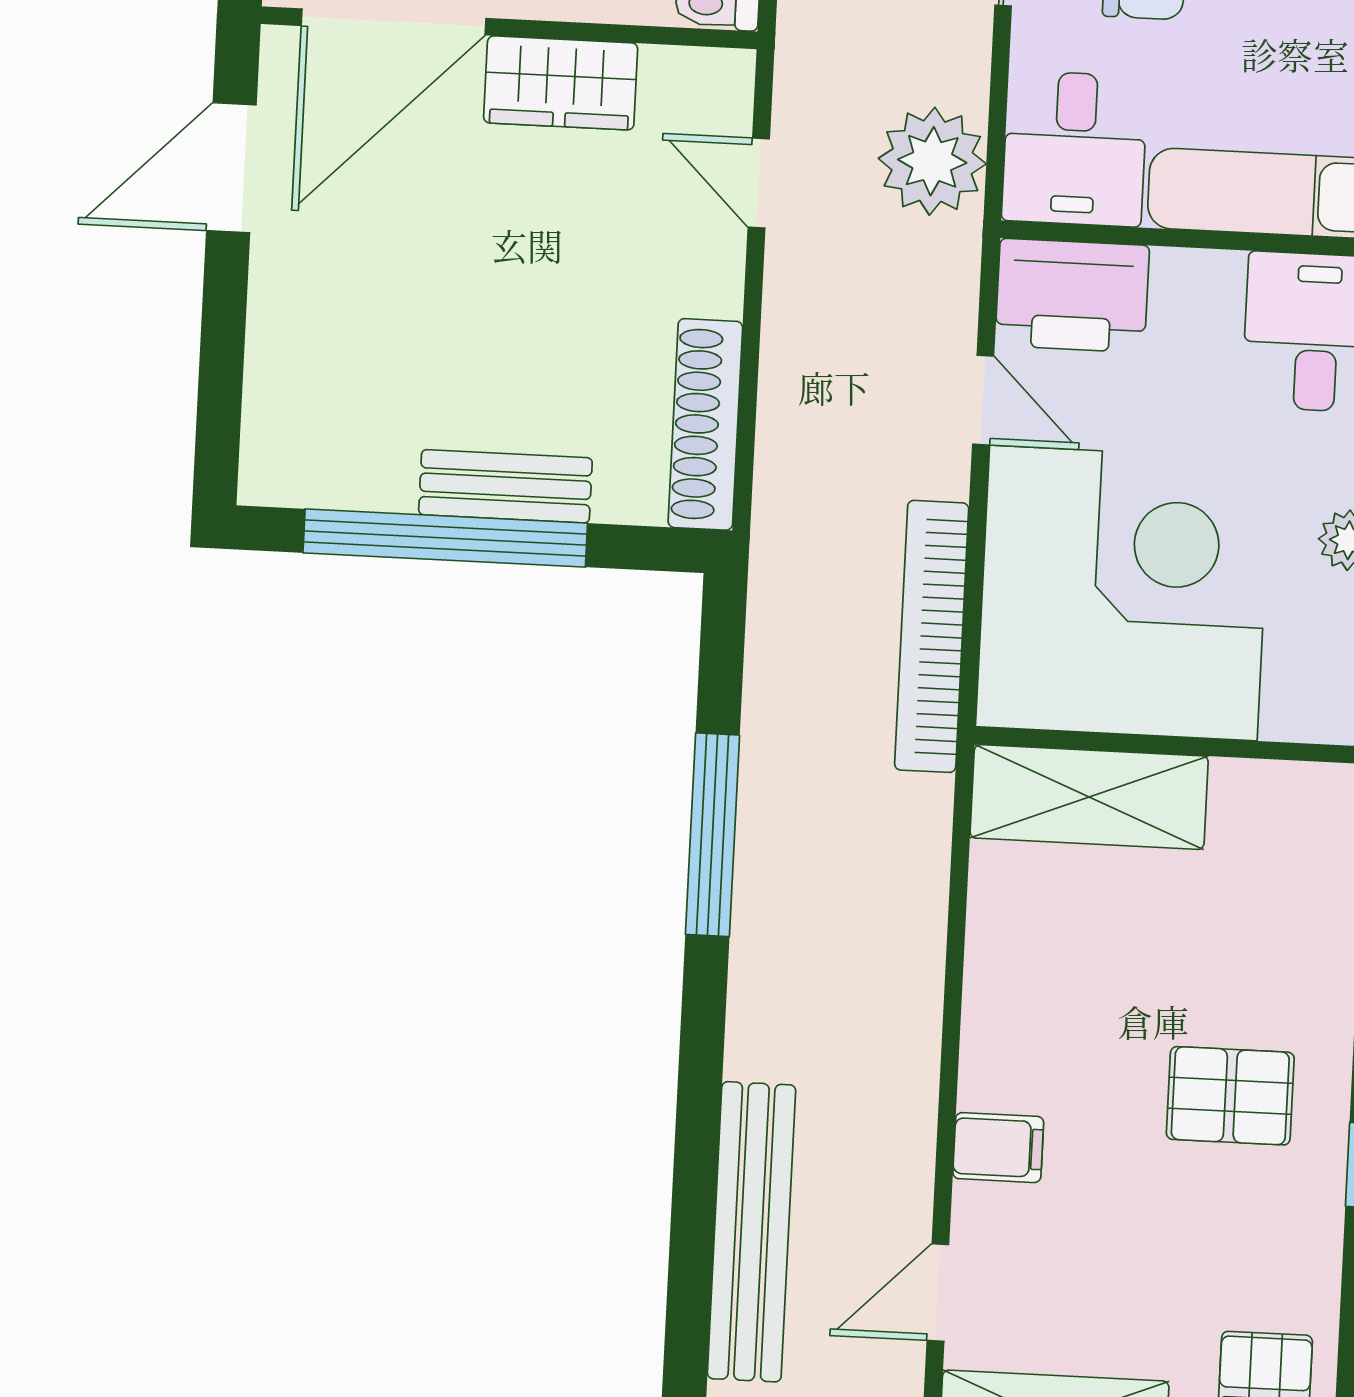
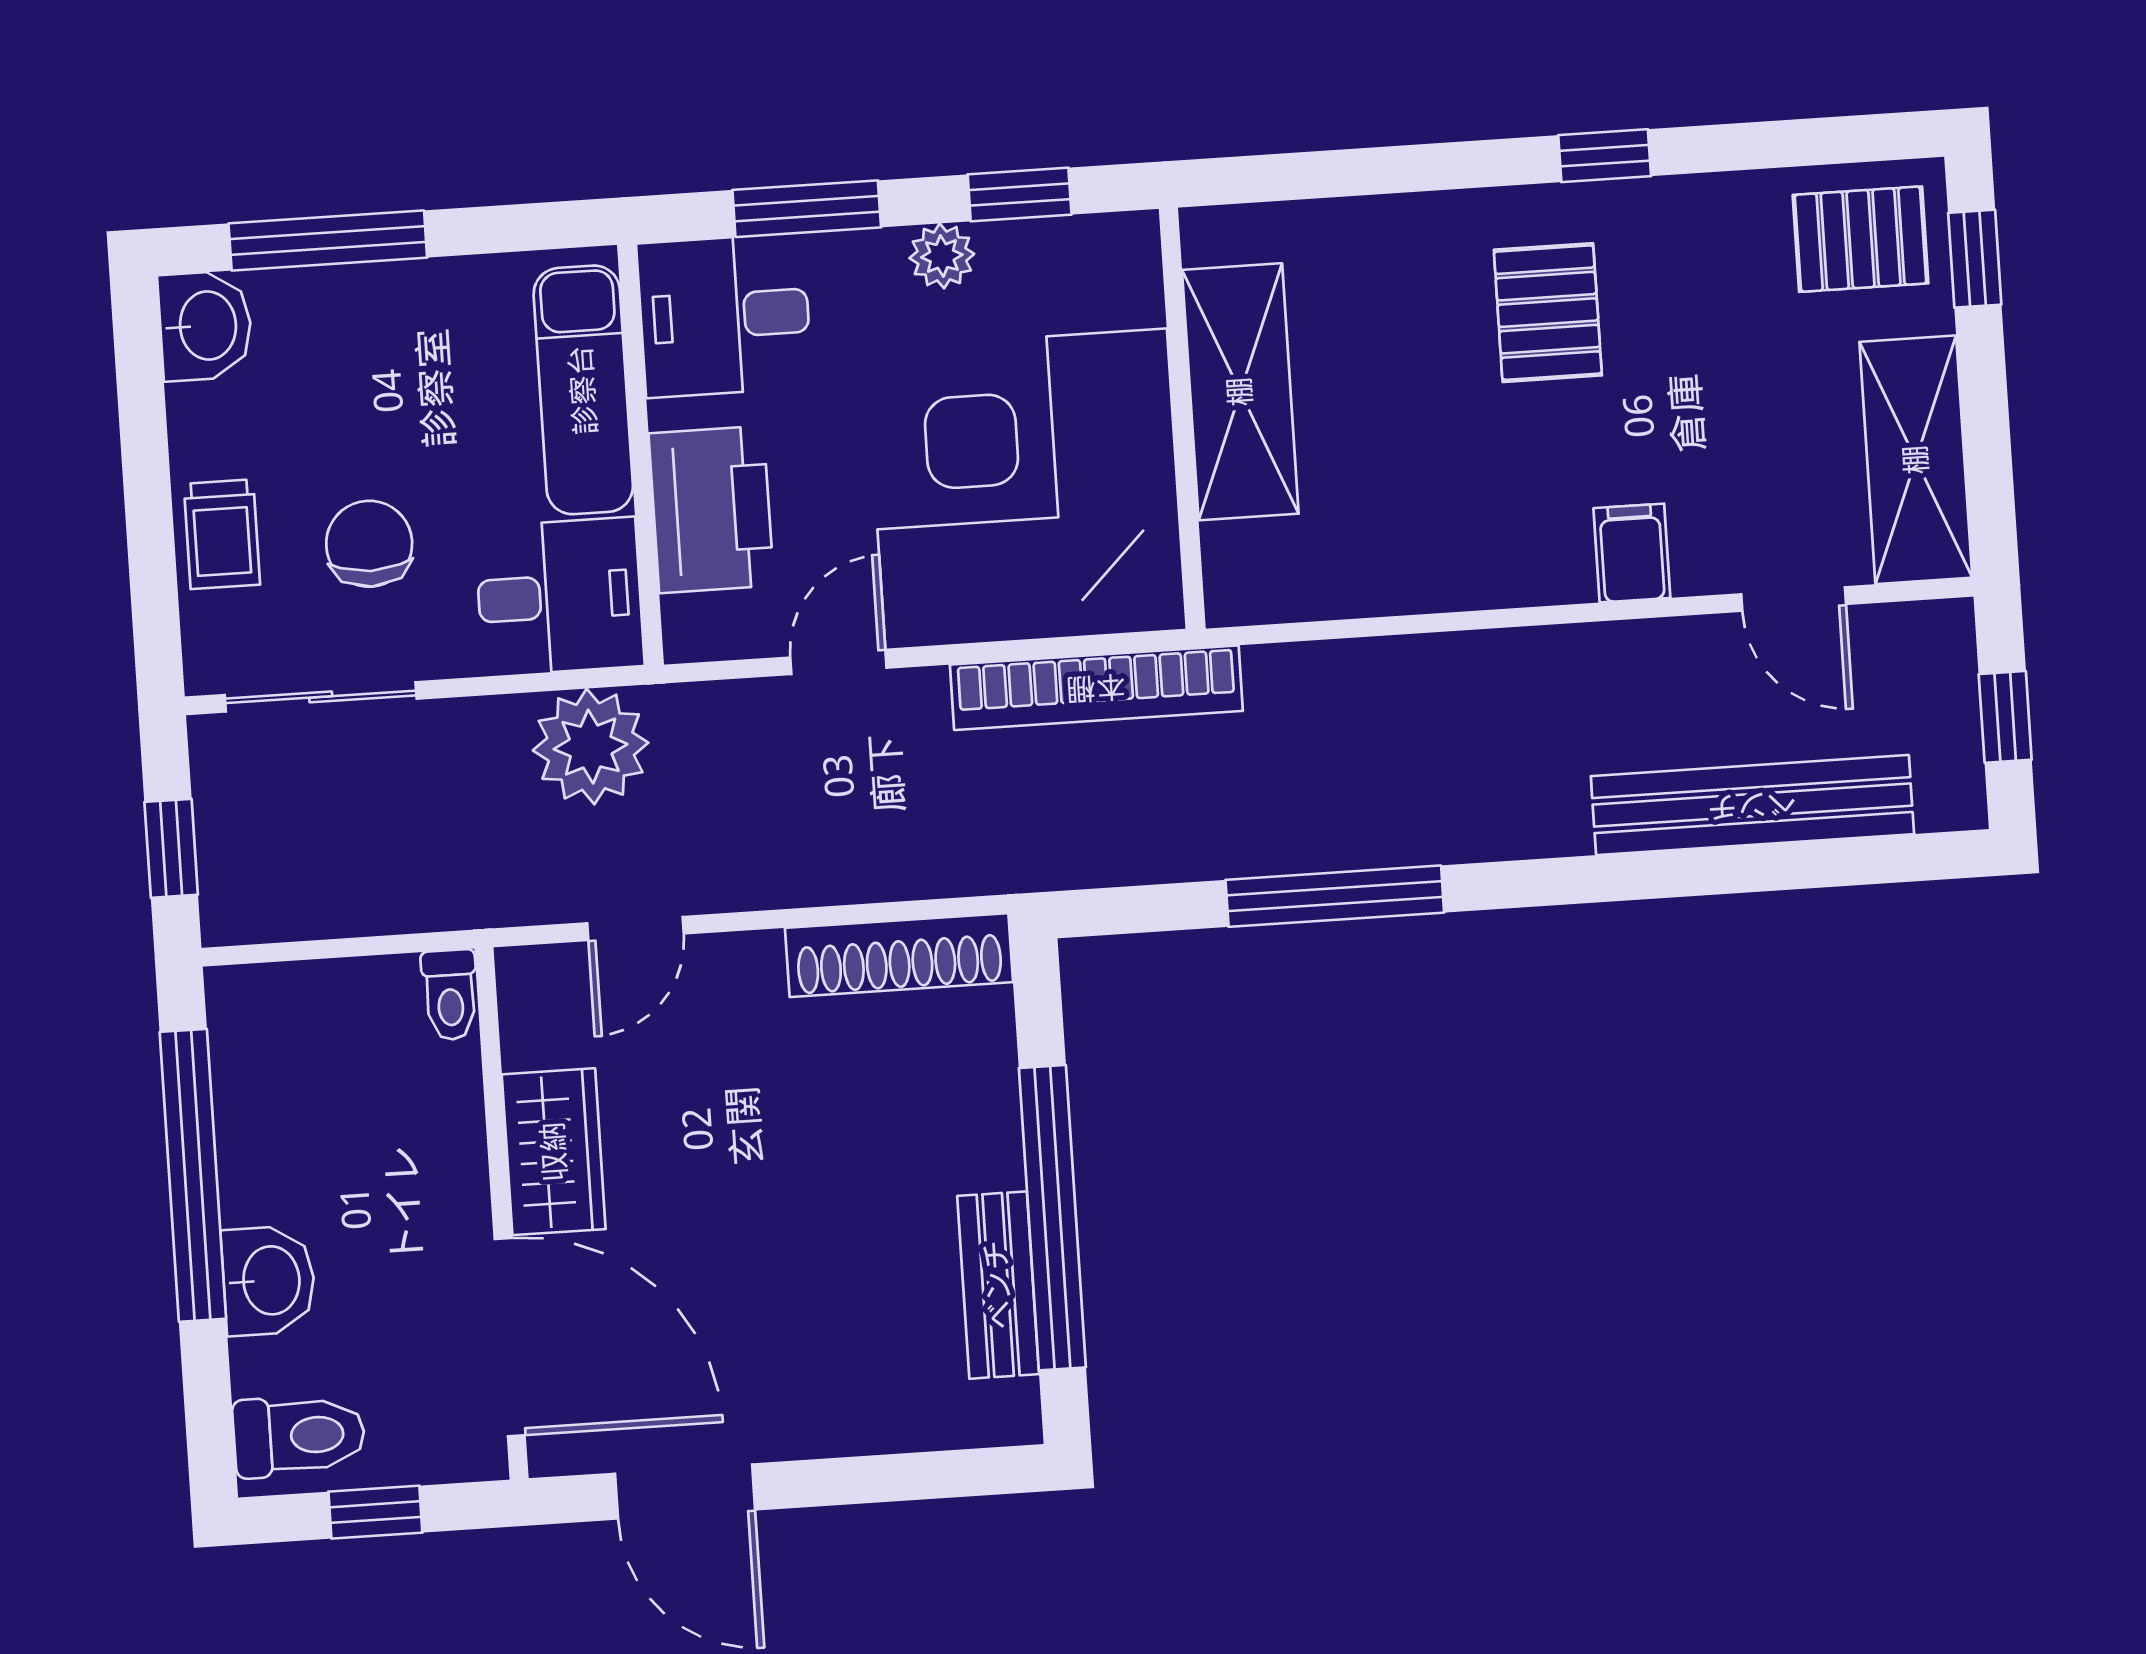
printer: (1072, 296) -> (711, 510), moved
bench: (505, 486) -> (998, 1285), moved
shelving: (1089, 797) -> (1240, 392), moved

